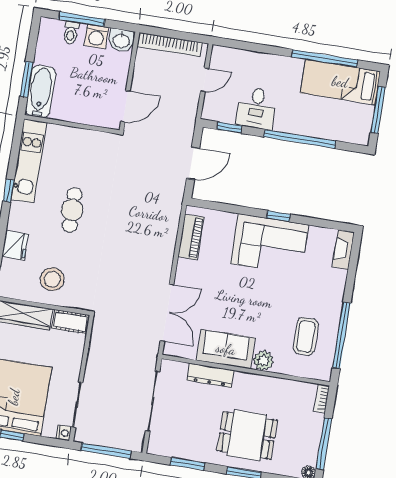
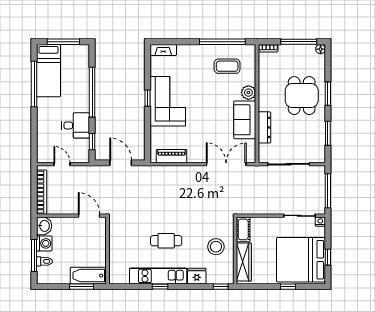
kitchen unit: (29, 161) -> (158, 276), moved

